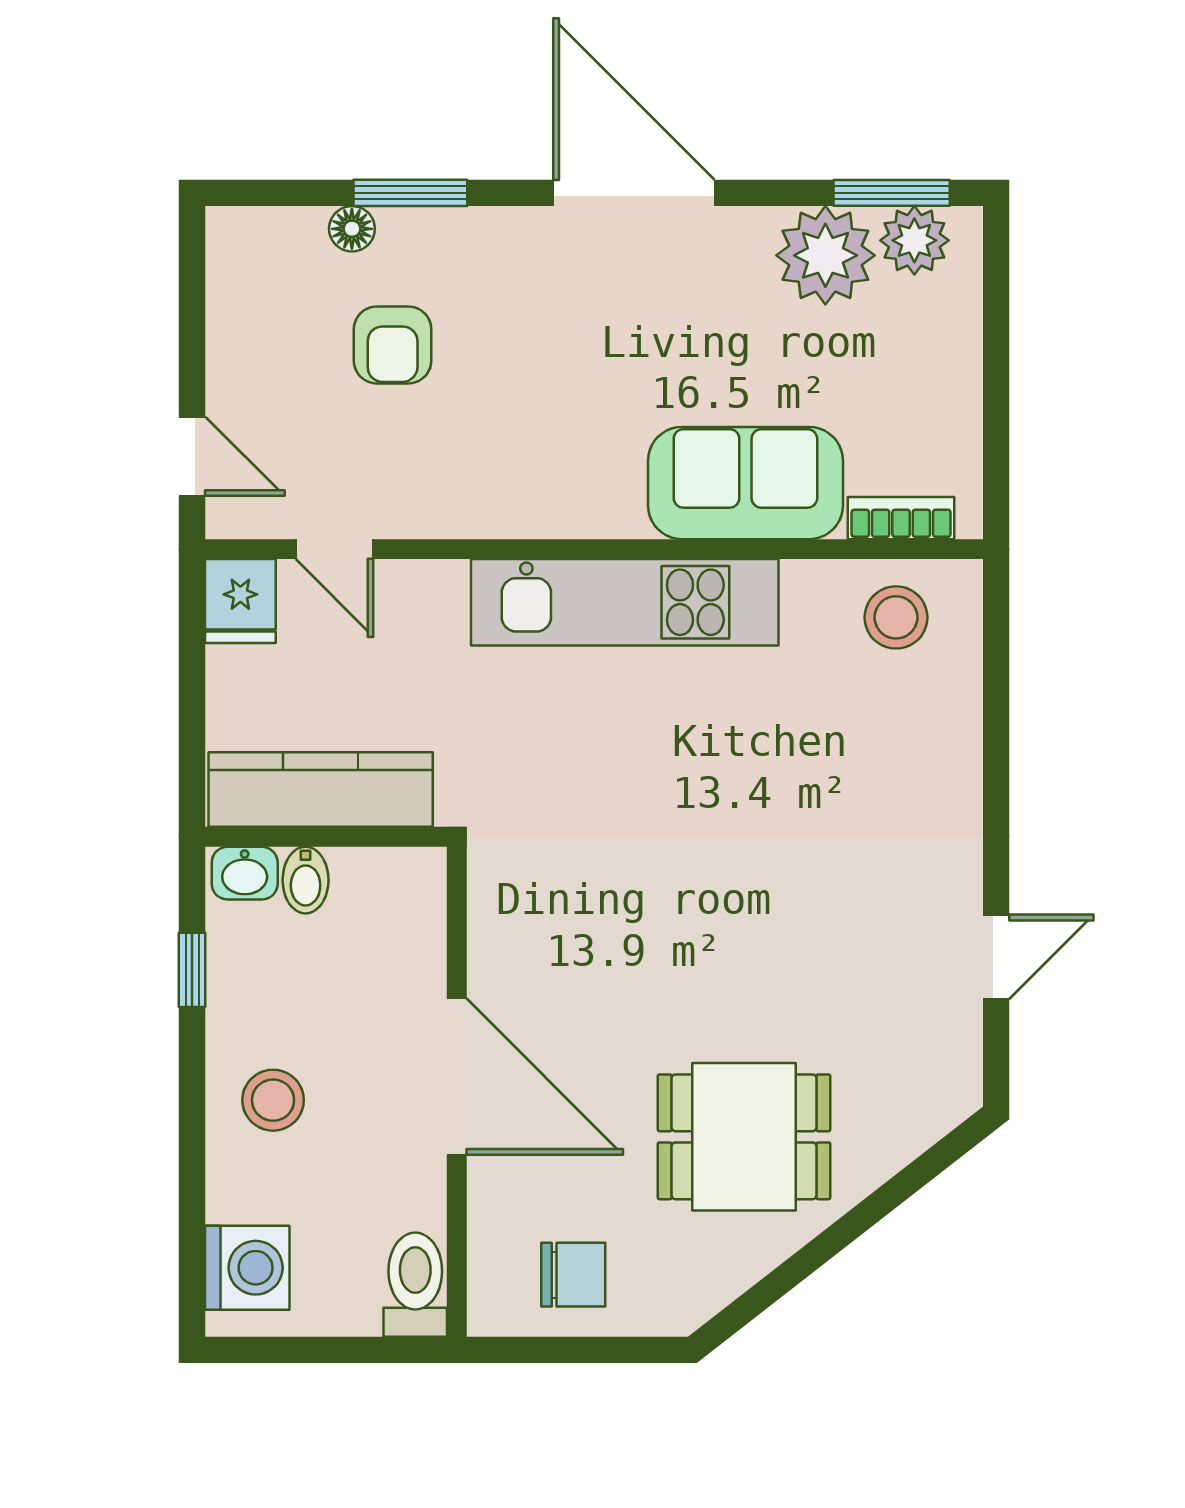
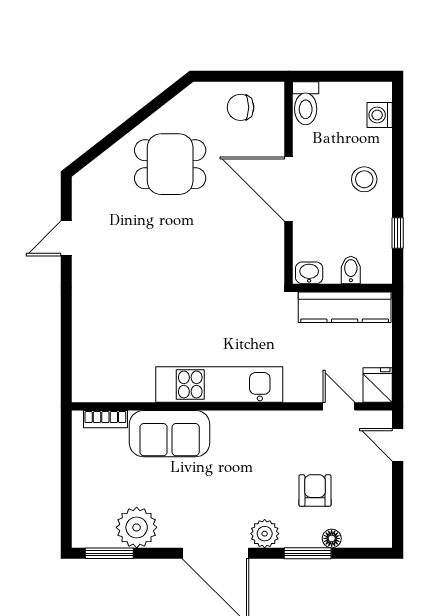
plant: (914, 240) -> (265, 534), moved
stool: (896, 617) -> (107, 378), removed
washbasin: (245, 873) -> (309, 273), moved
washing machine: (247, 1268) -> (380, 115), width x0.73, depth x0.73

